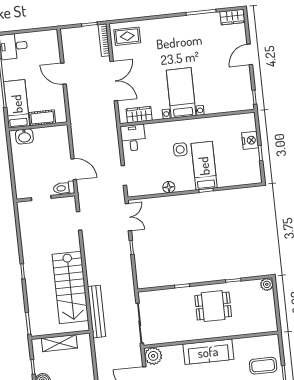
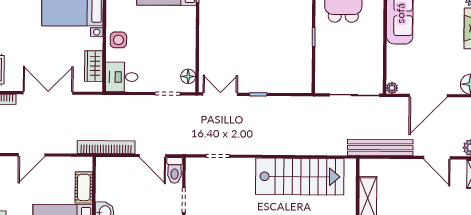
bookcase: (76, 132) -> (106, 147), added
side table: (180, 149) -> (118, 40), moved
door: (74, 169) -> (152, 156), swing flipped
floor lamp: (169, 187) -> (188, 76), moved
bench: (97, 312) -> (380, 148), moved
plant: (153, 356) -> (392, 88), width x0.53, depth x0.53

